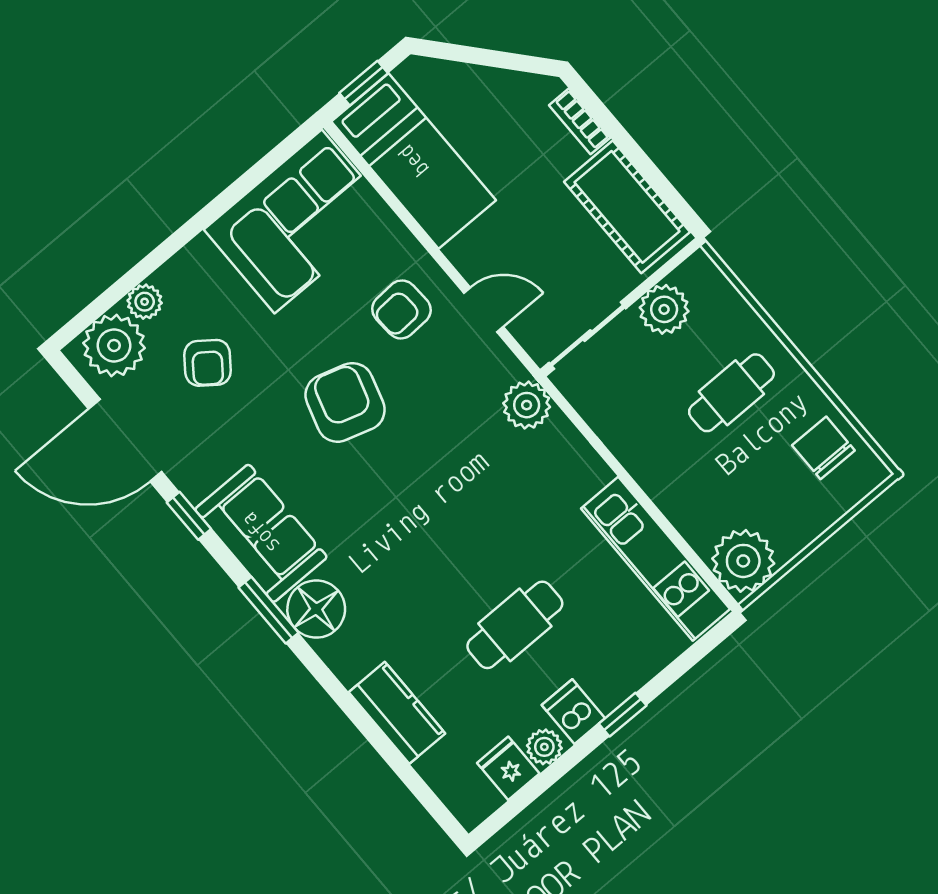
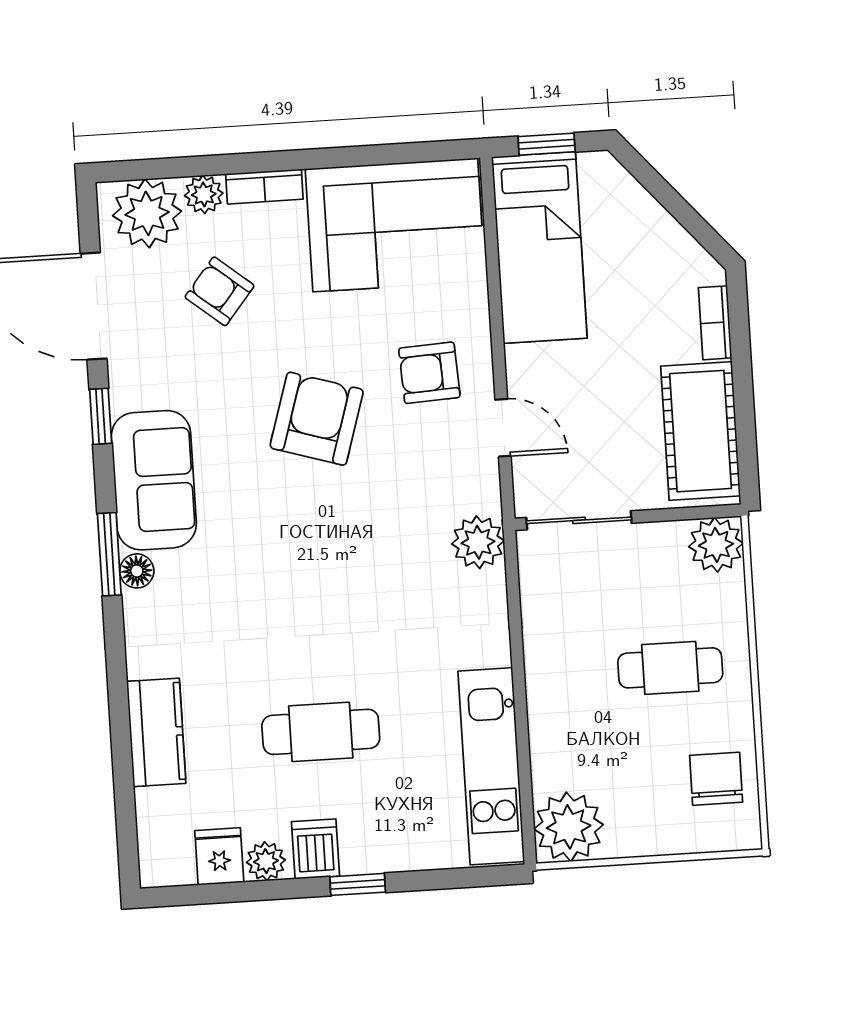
bookcase: (184, 264) -> (264, 186), added
plant: (664, 309) -> (716, 545), moved
armchair: (208, 363) -> (220, 291), turned 92
floor lamp: (316, 609) -> (137, 571), width x0.53, depth x0.53

